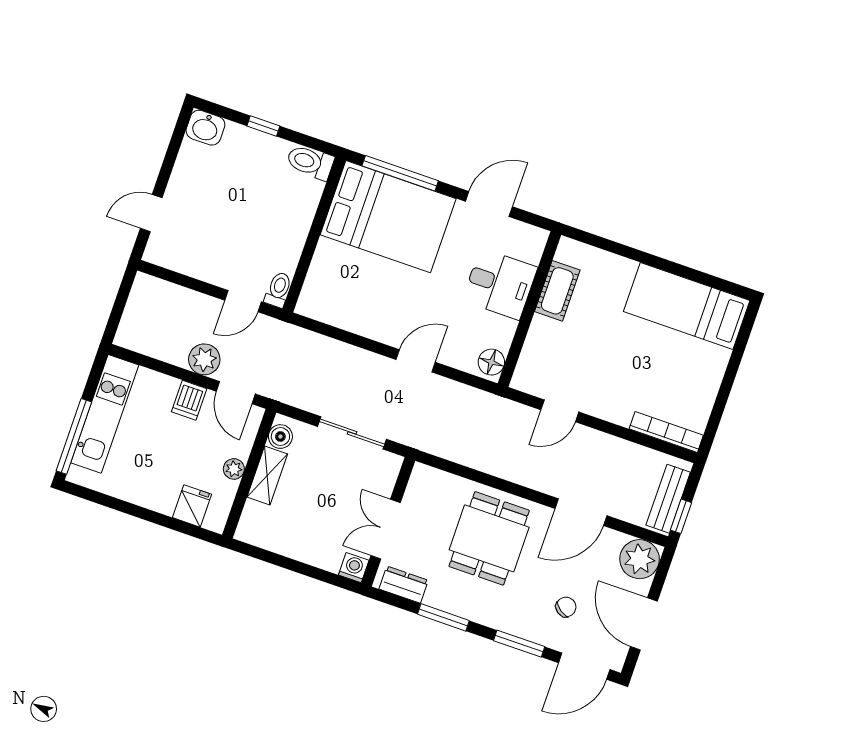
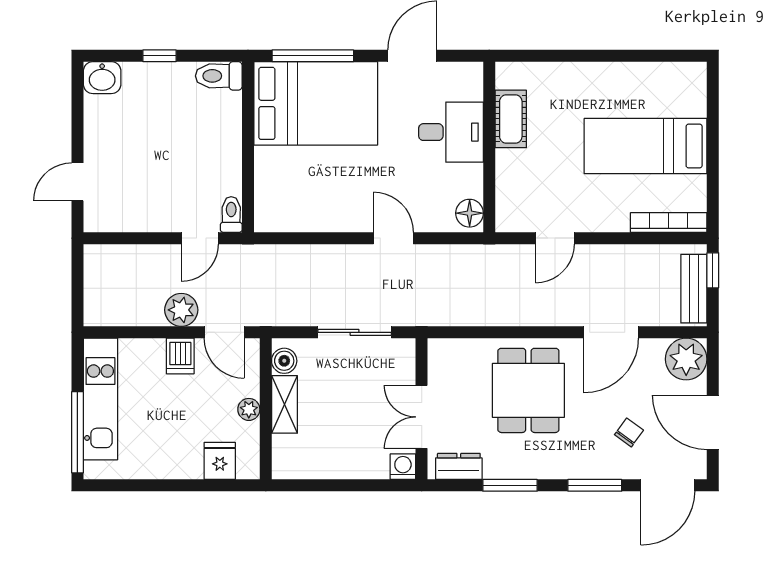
bed: (687, 306) -> (646, 146), moved
door: (416, 361) -> (393, 238), hinge flipped
window: (681, 516) -> (713, 270), moved

